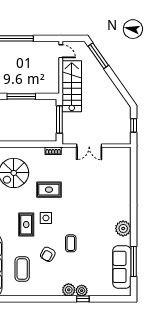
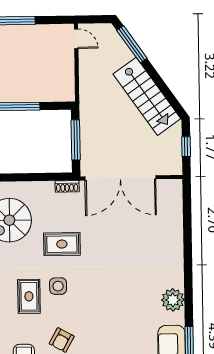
stairs: (72, 86) -> (147, 96), moved, turned 145
double door: (89, 146) -> (120, 178), width x1.87
coffee table: (71, 243) -> (95, 323), removed

